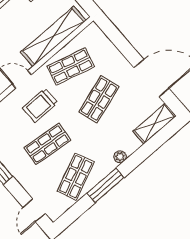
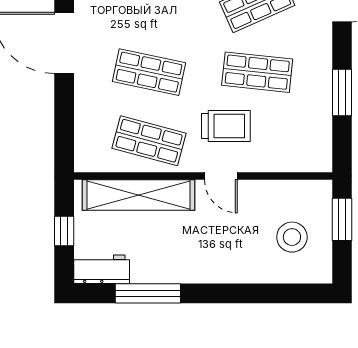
shop shelf: (99, 99) -> (149, 72), turned 30

